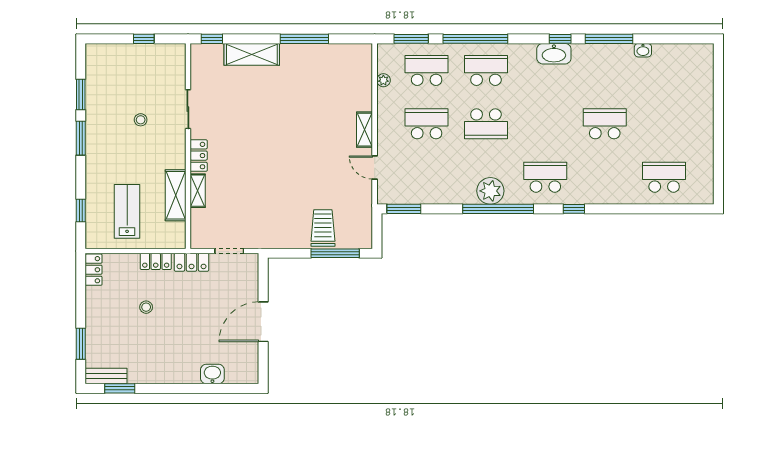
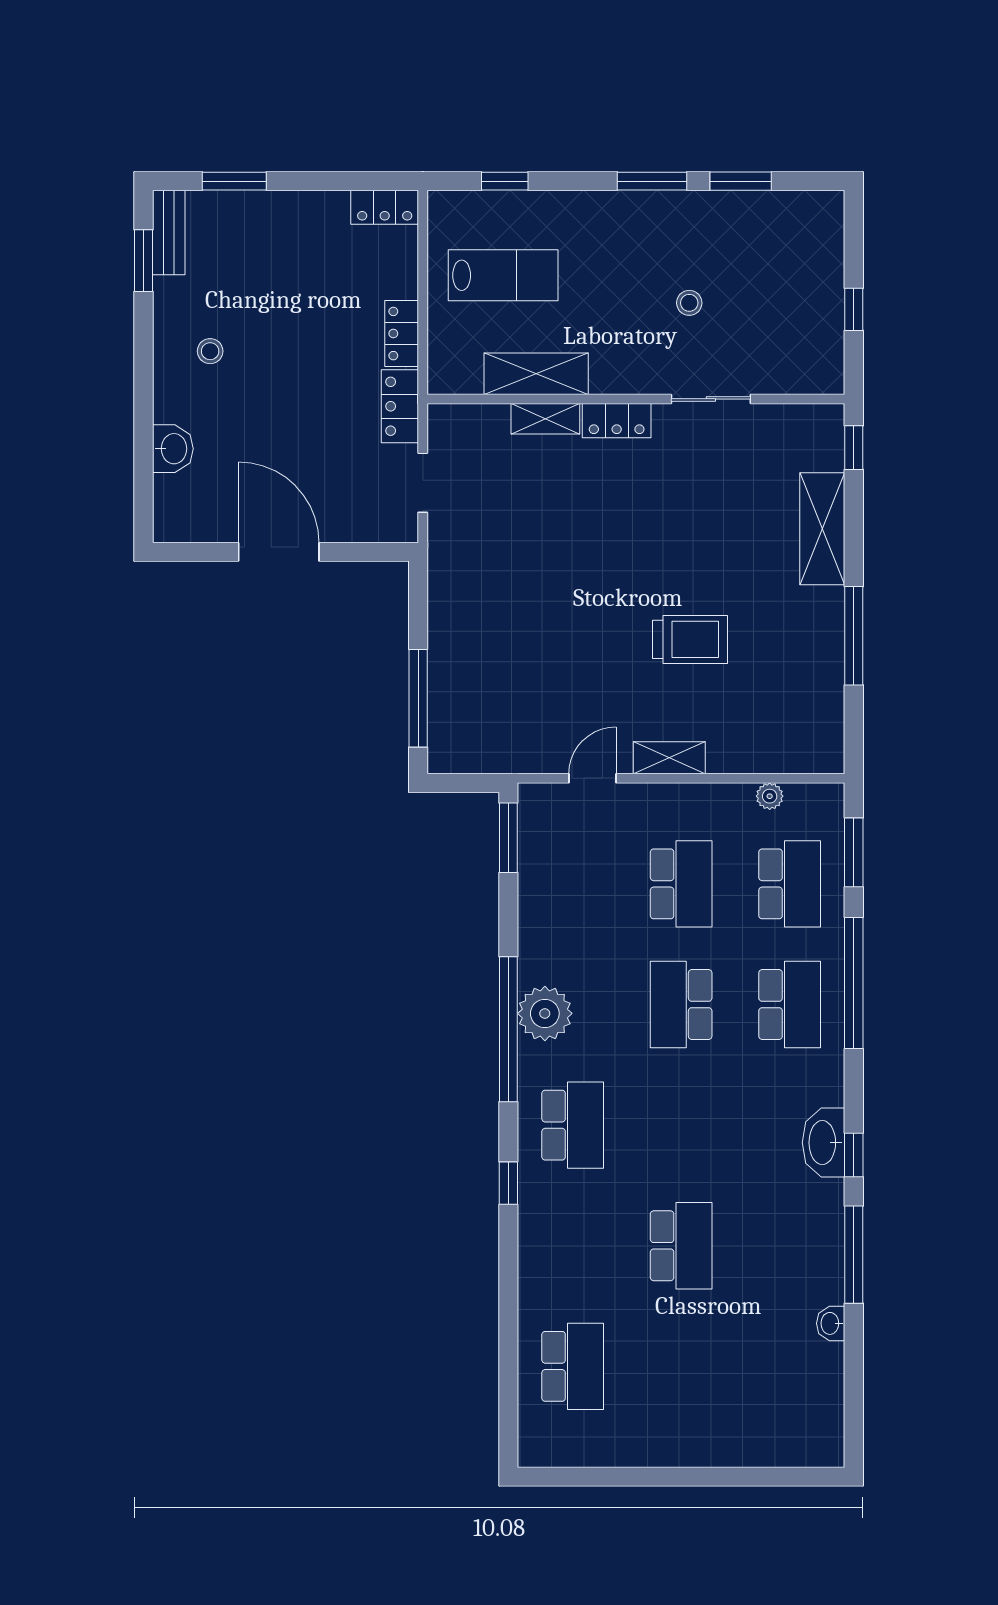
trolley: (323, 228) -> (690, 639), moved
stool: (146, 307) -> (210, 351), moved

